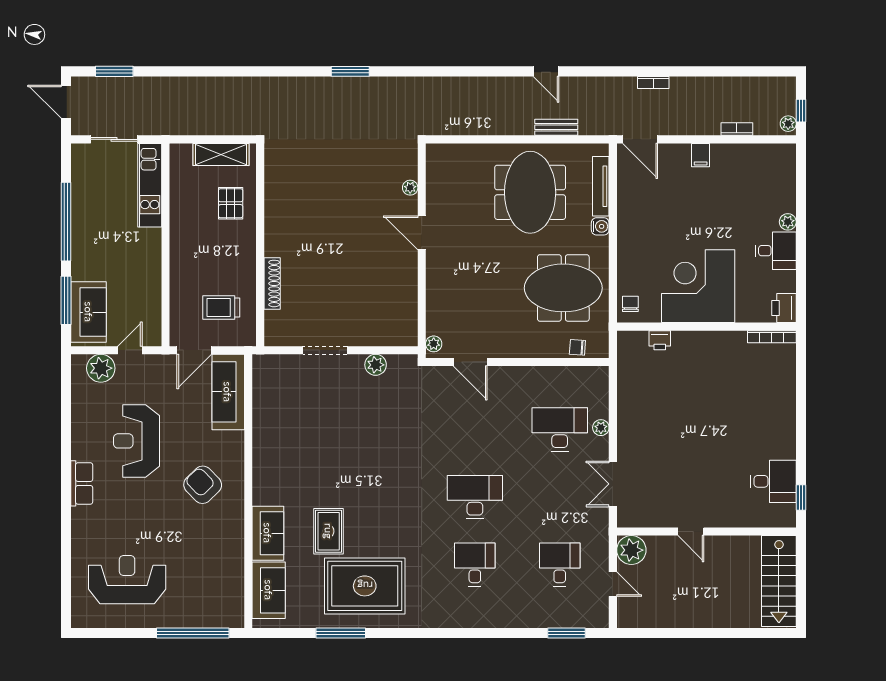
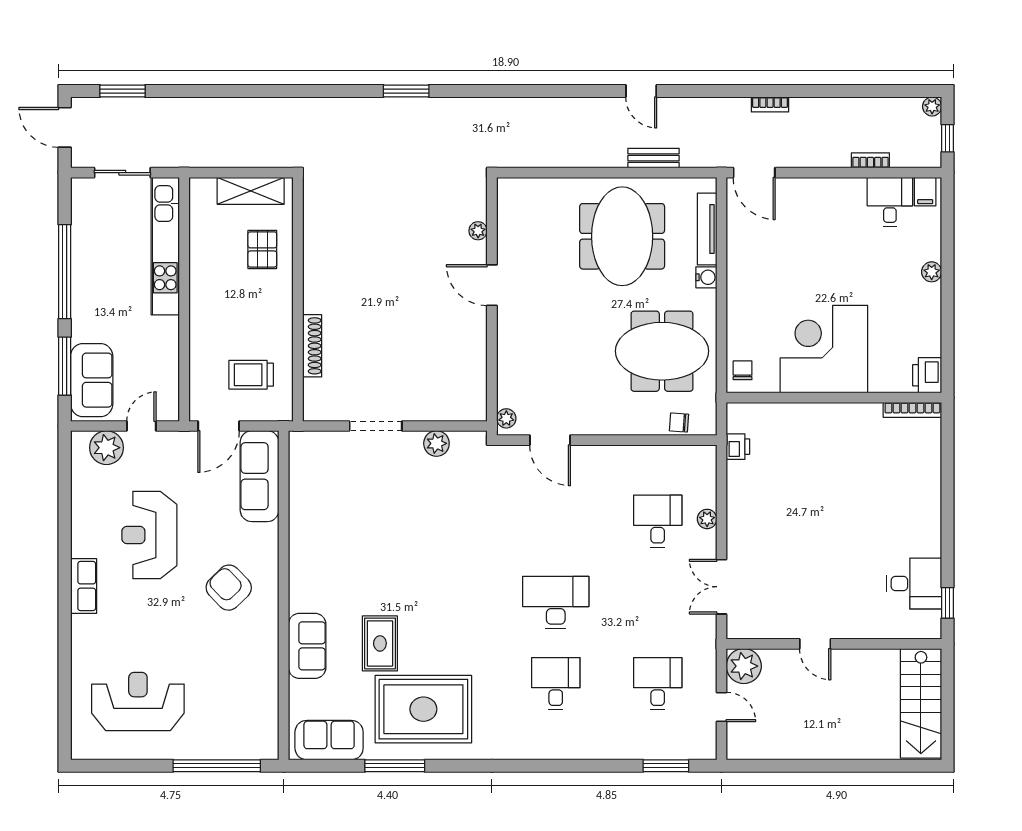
plant: (788, 124) -> (932, 106), moved
filing cabinet: (701, 155) -> (925, 192), moved
kitchen unit: (150, 185) -> (165, 246), width x1.36
desk: (776, 251) -> (890, 202), moved, turned -90
printer: (660, 340) -> (738, 447), moved, turned -90
desk: (560, 429) -> (658, 521), width x0.73
sofa: (269, 590) -> (329, 740), moved, turned -90

